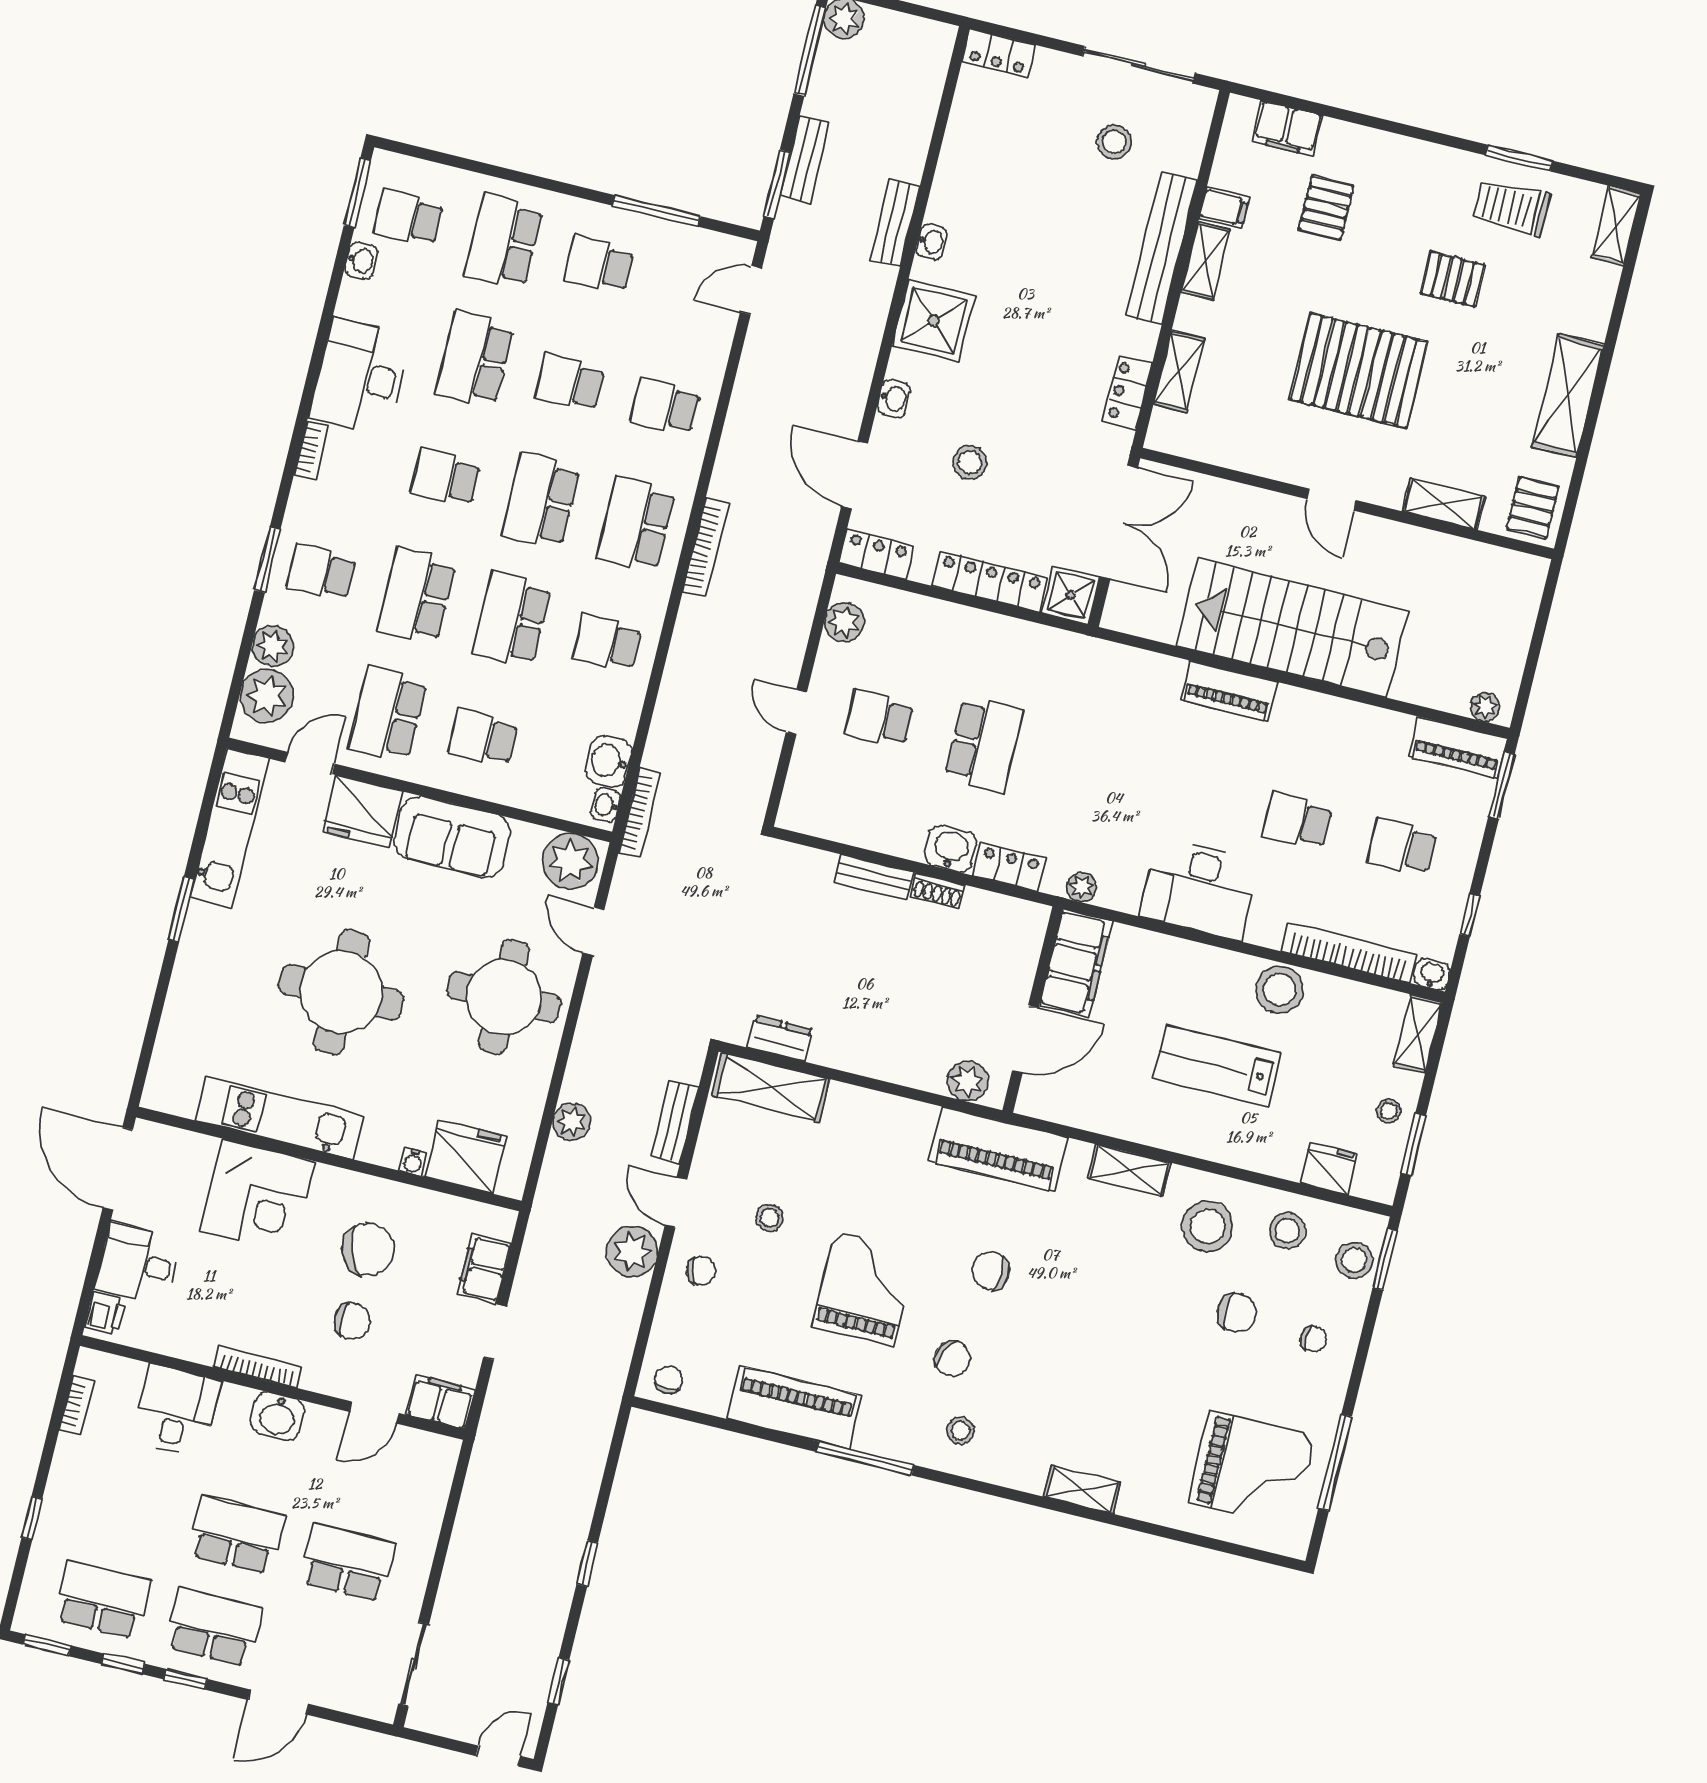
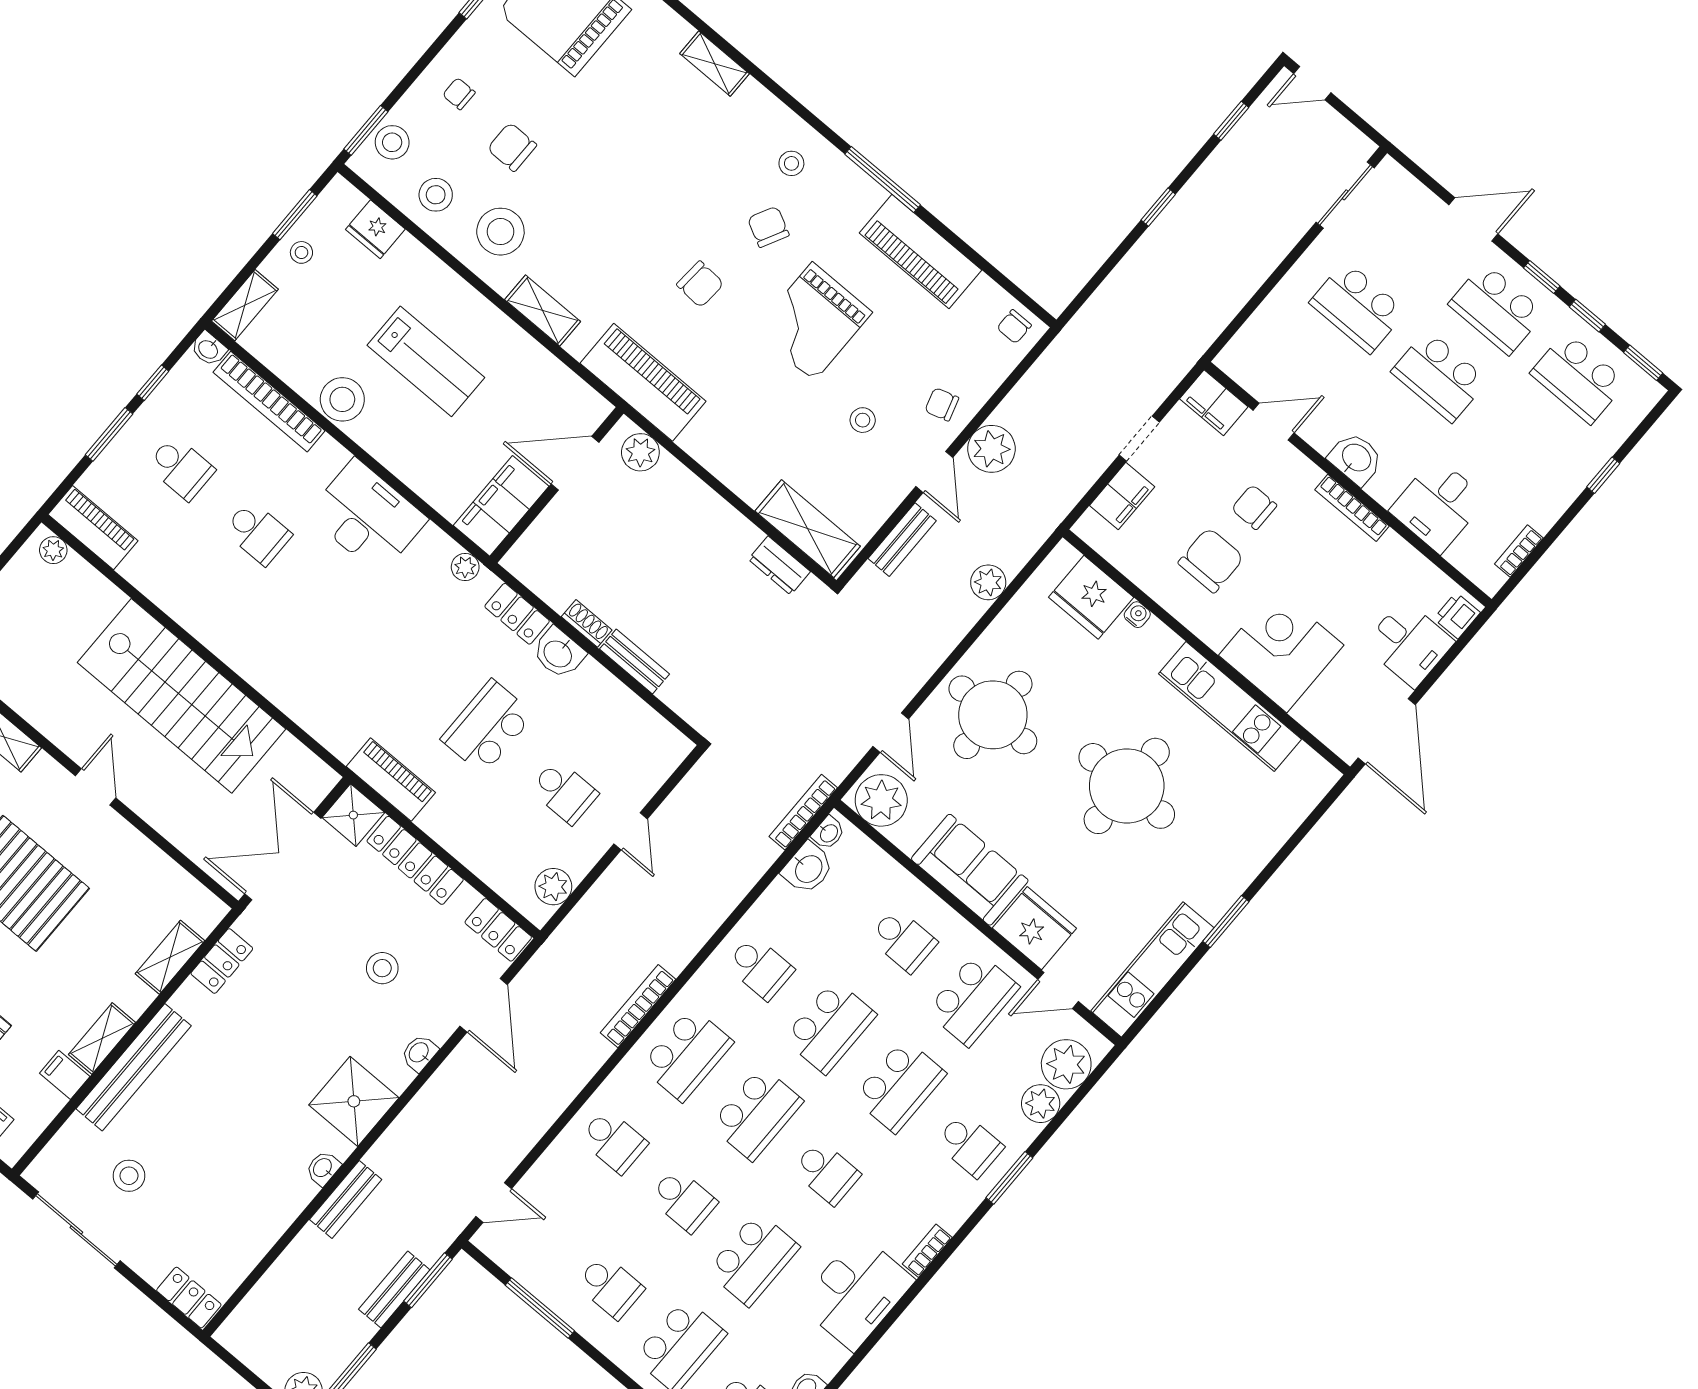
piano: (1229, 691) -> (391, 779), moved
window: (1502, 785) -> (109, 434), moved
chair: (368, 1249) -> (1211, 560), turned 112

